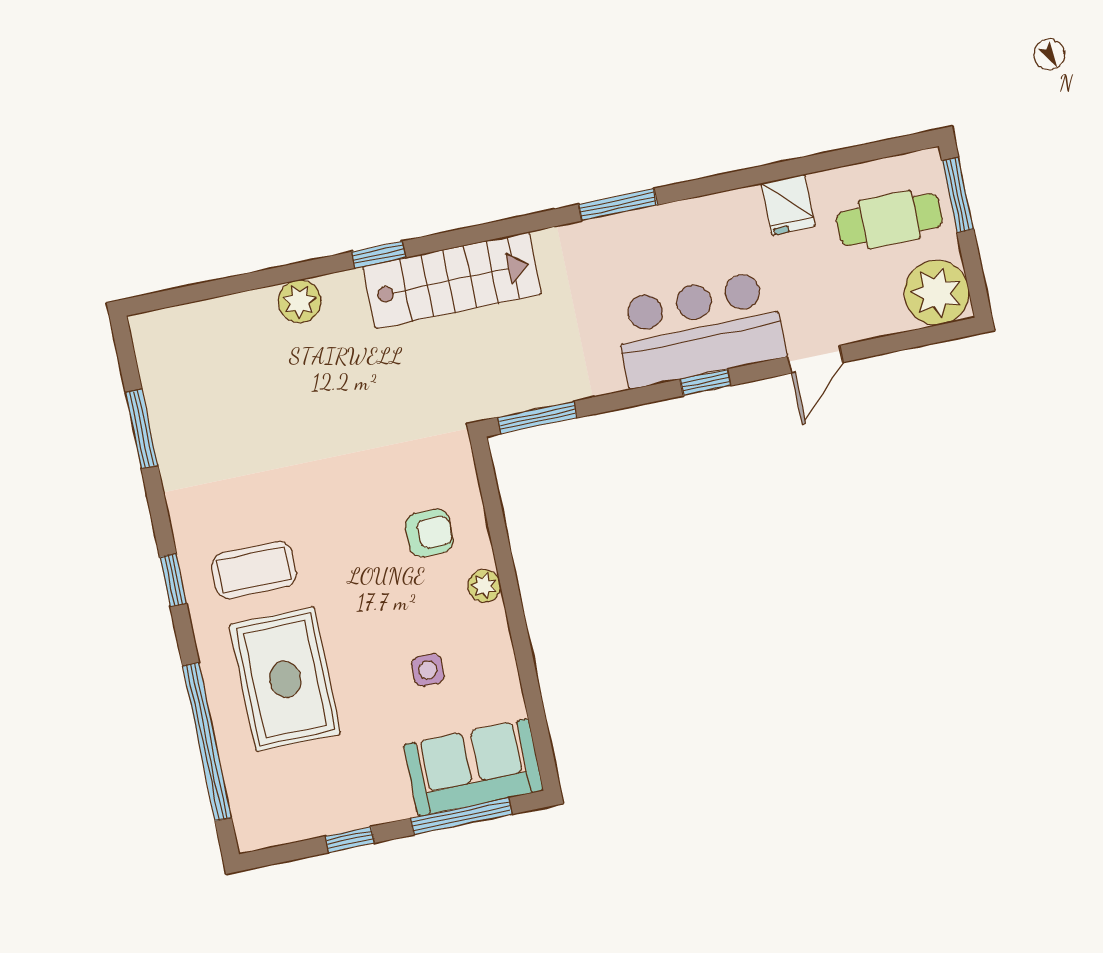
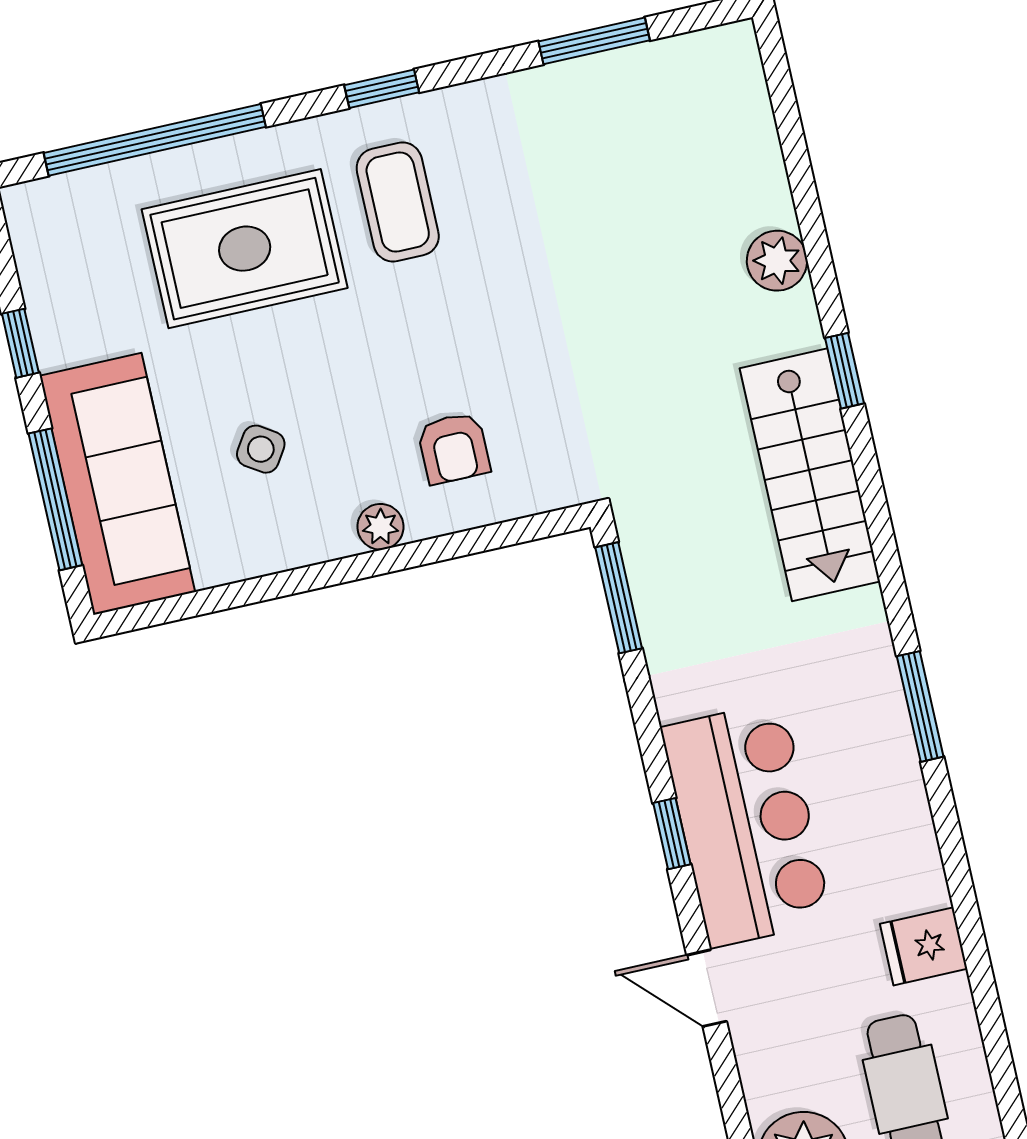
side table: (428, 670) -> (261, 449), turned 33
sofa: (473, 767) -> (117, 484), width x1.36

